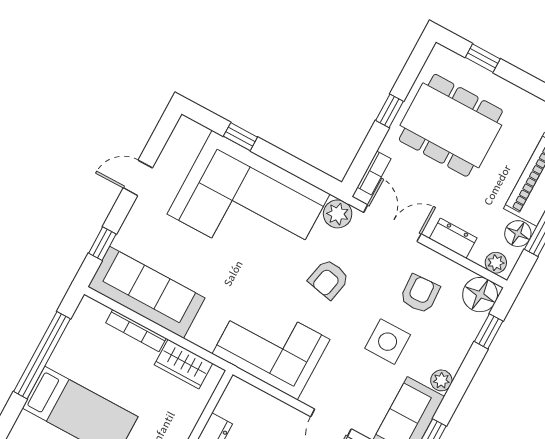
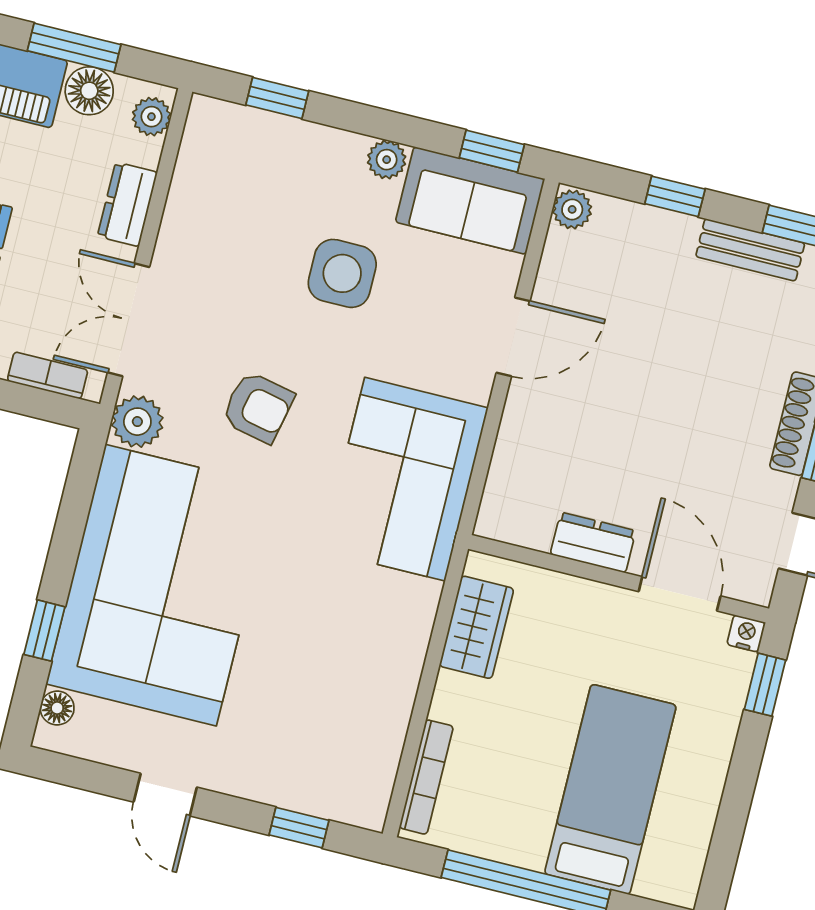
sofa: (146, 292) -> (366, 726), removed
armchair: (420, 294) -> (242, 238), removed
floor lamp: (480, 295) -> (57, 708), moved, width x0.53, depth x0.53
bookcase: (136, 331) -> (426, 777), moved

